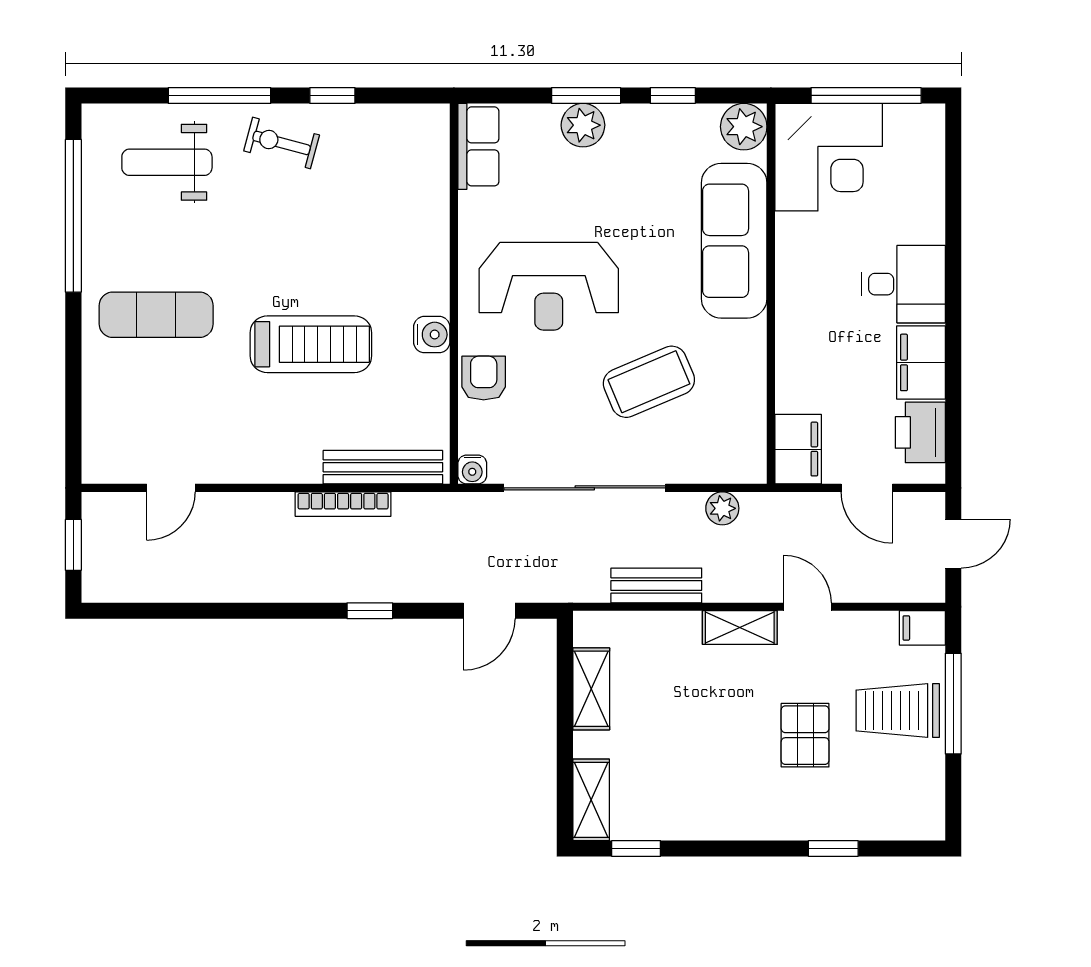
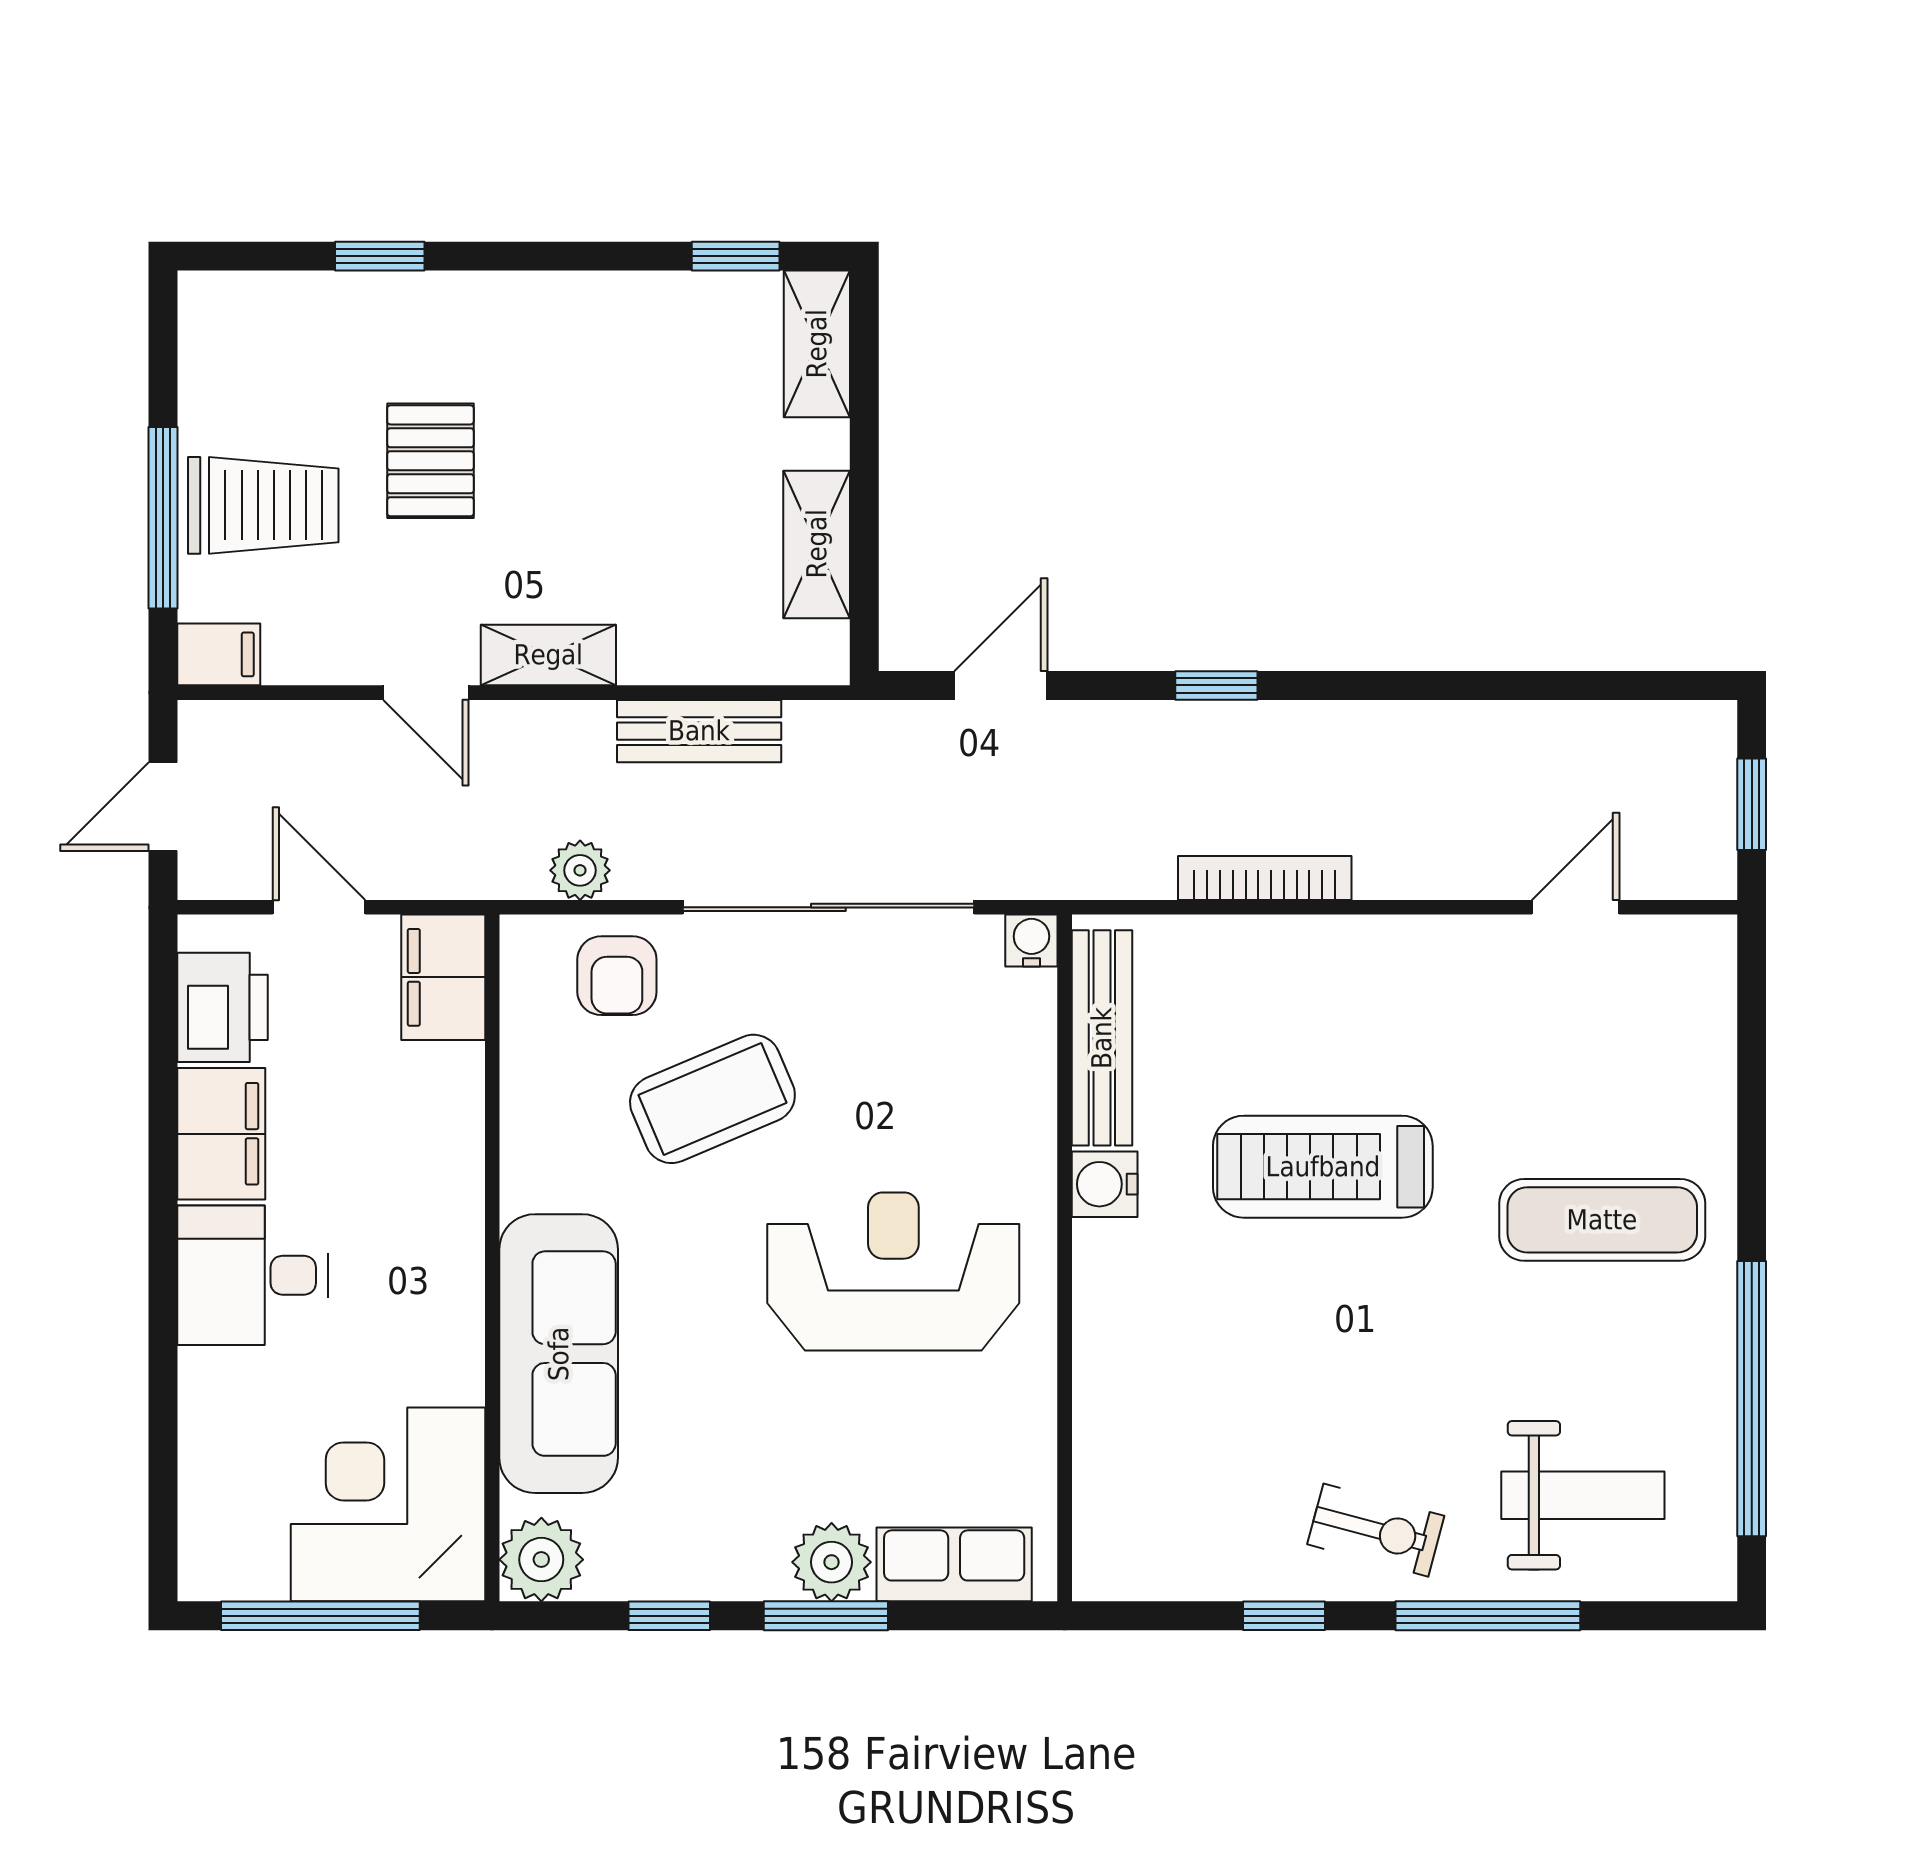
row of seats: (478, 146) -> (954, 1564), moved, turned 90
armchair: (484, 378) -> (617, 976), moved
bench: (383, 467) -> (1102, 1038), moved, turned 90

